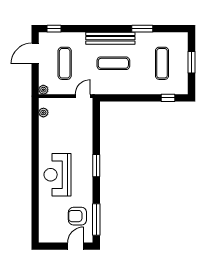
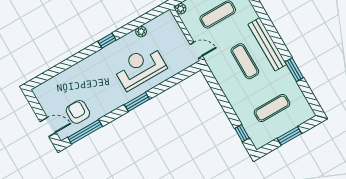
plant: (43, 113) -> (141, 32), moved
window: (35, 161) -> (107, 41), added
reception desk: (58, 175) -> (140, 67), moved

